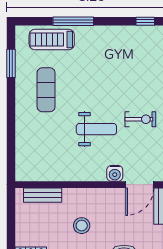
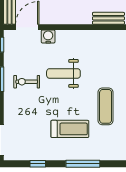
window: (145, 21) -> (38, 164), moved
treadmill: (52, 40) -> (70, 129), moved

